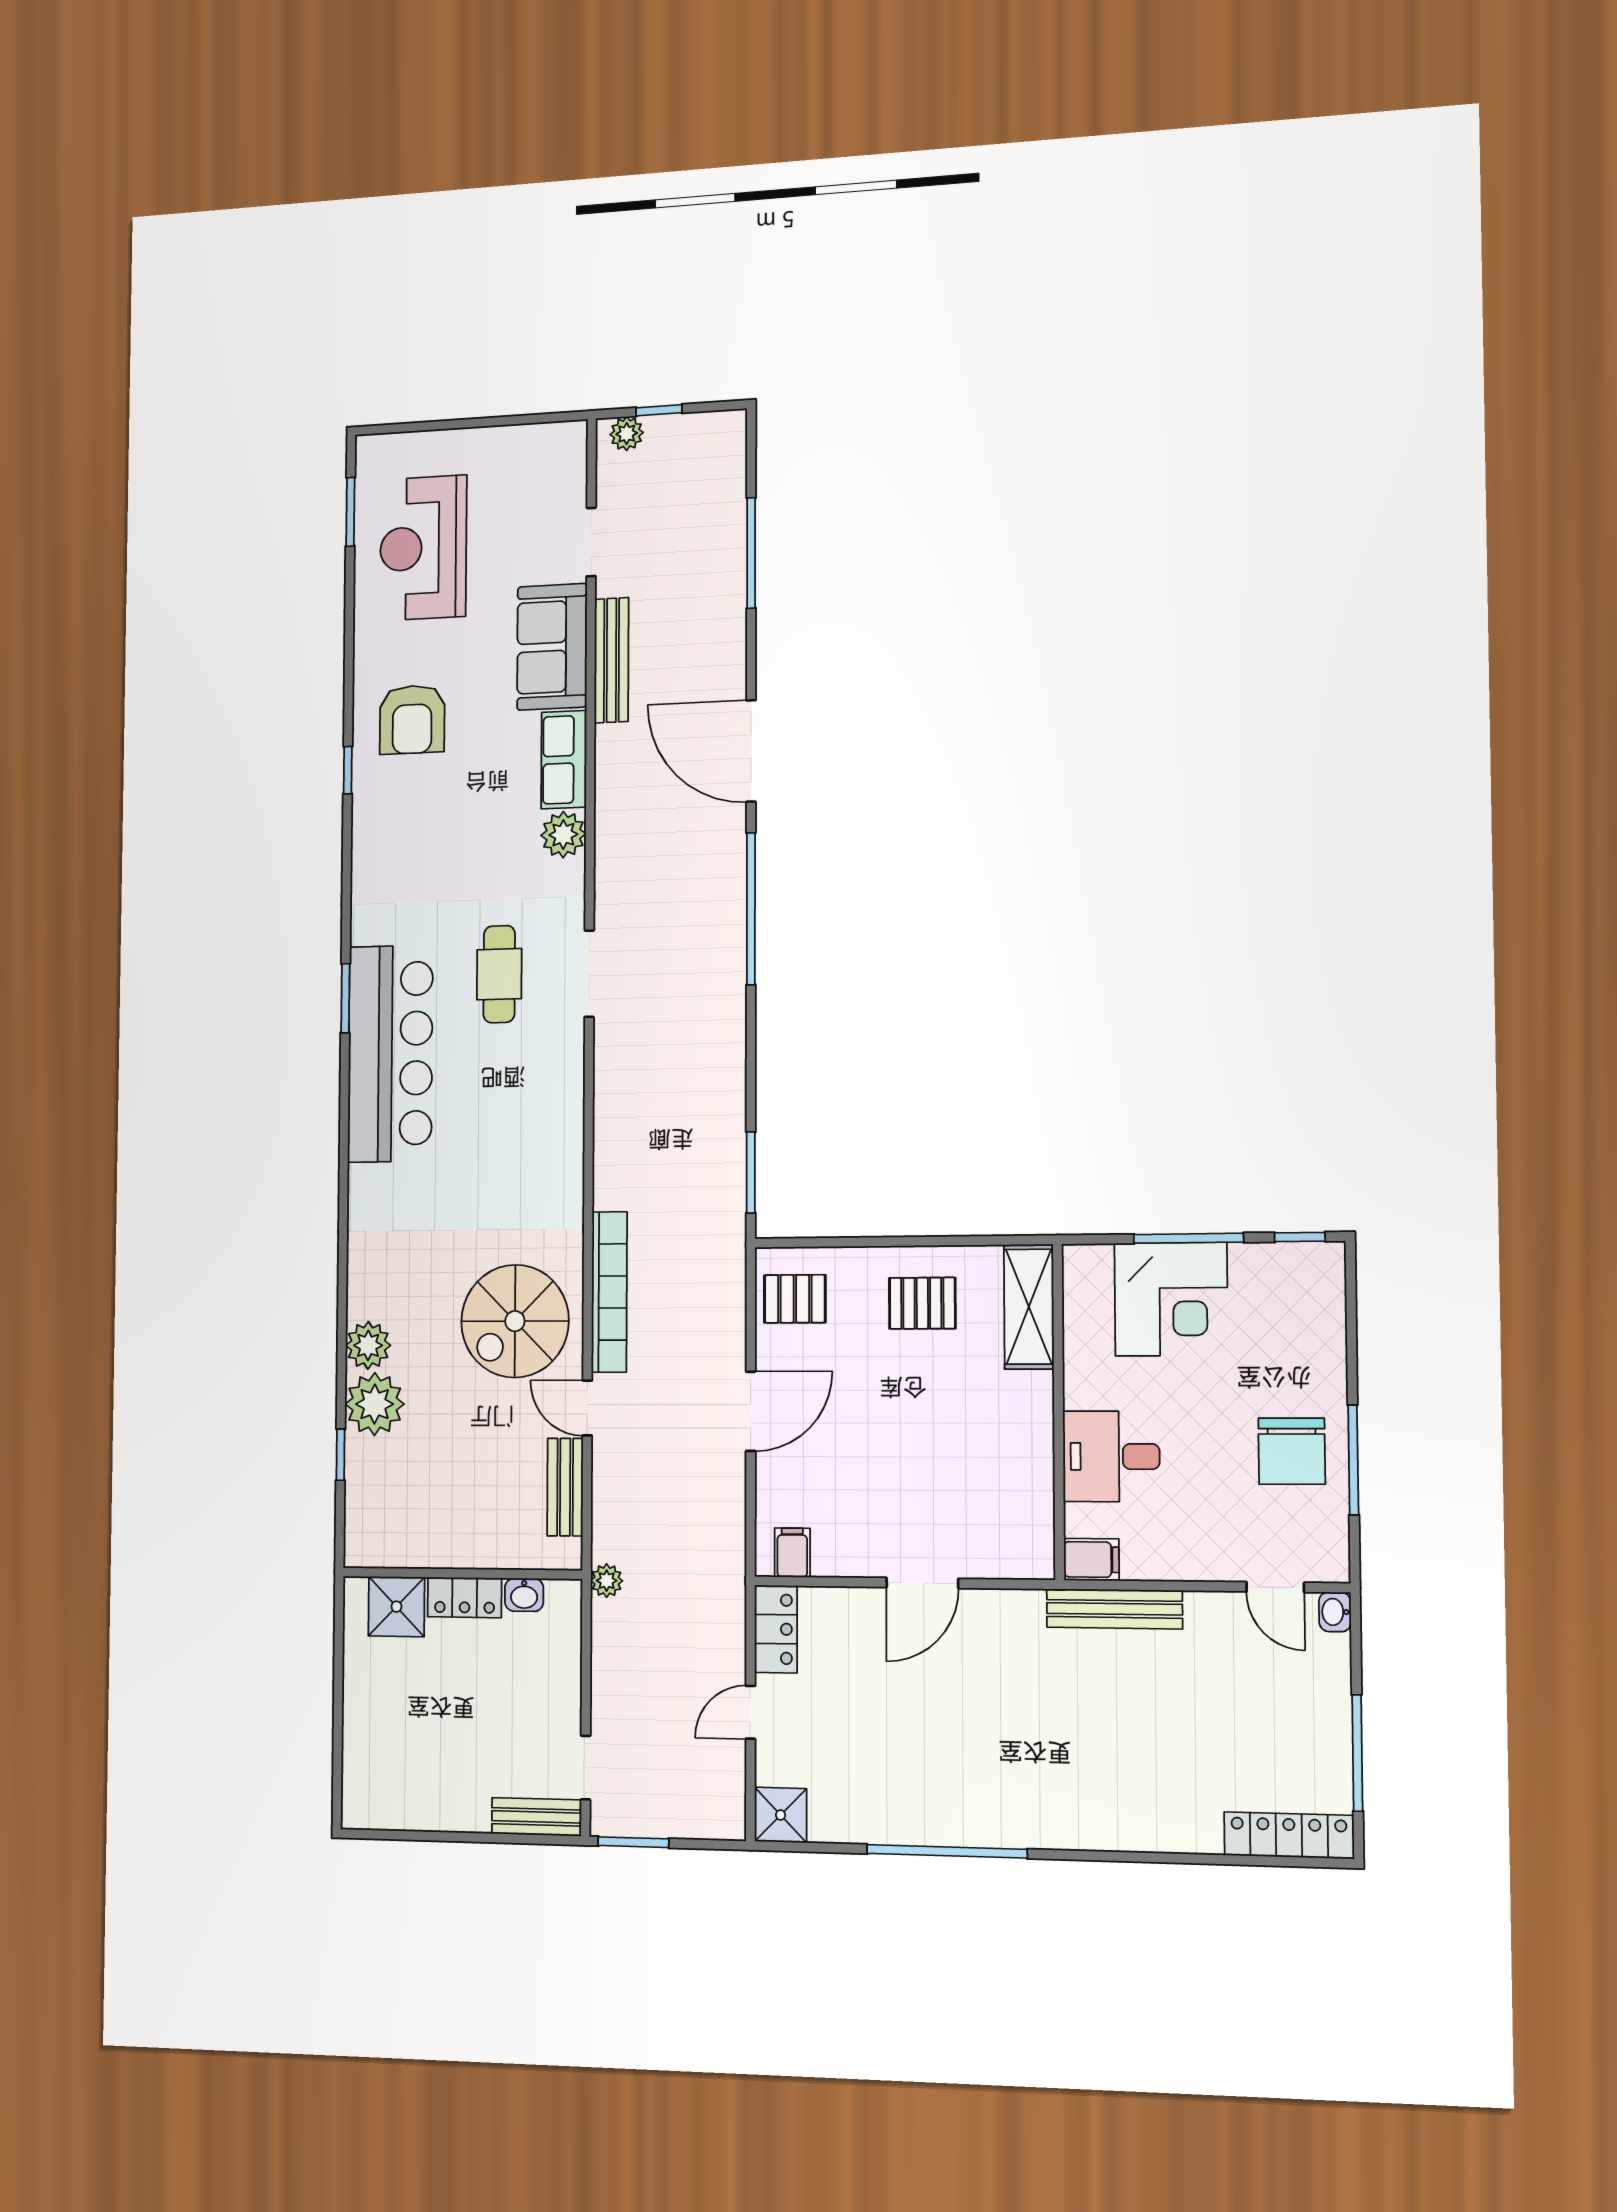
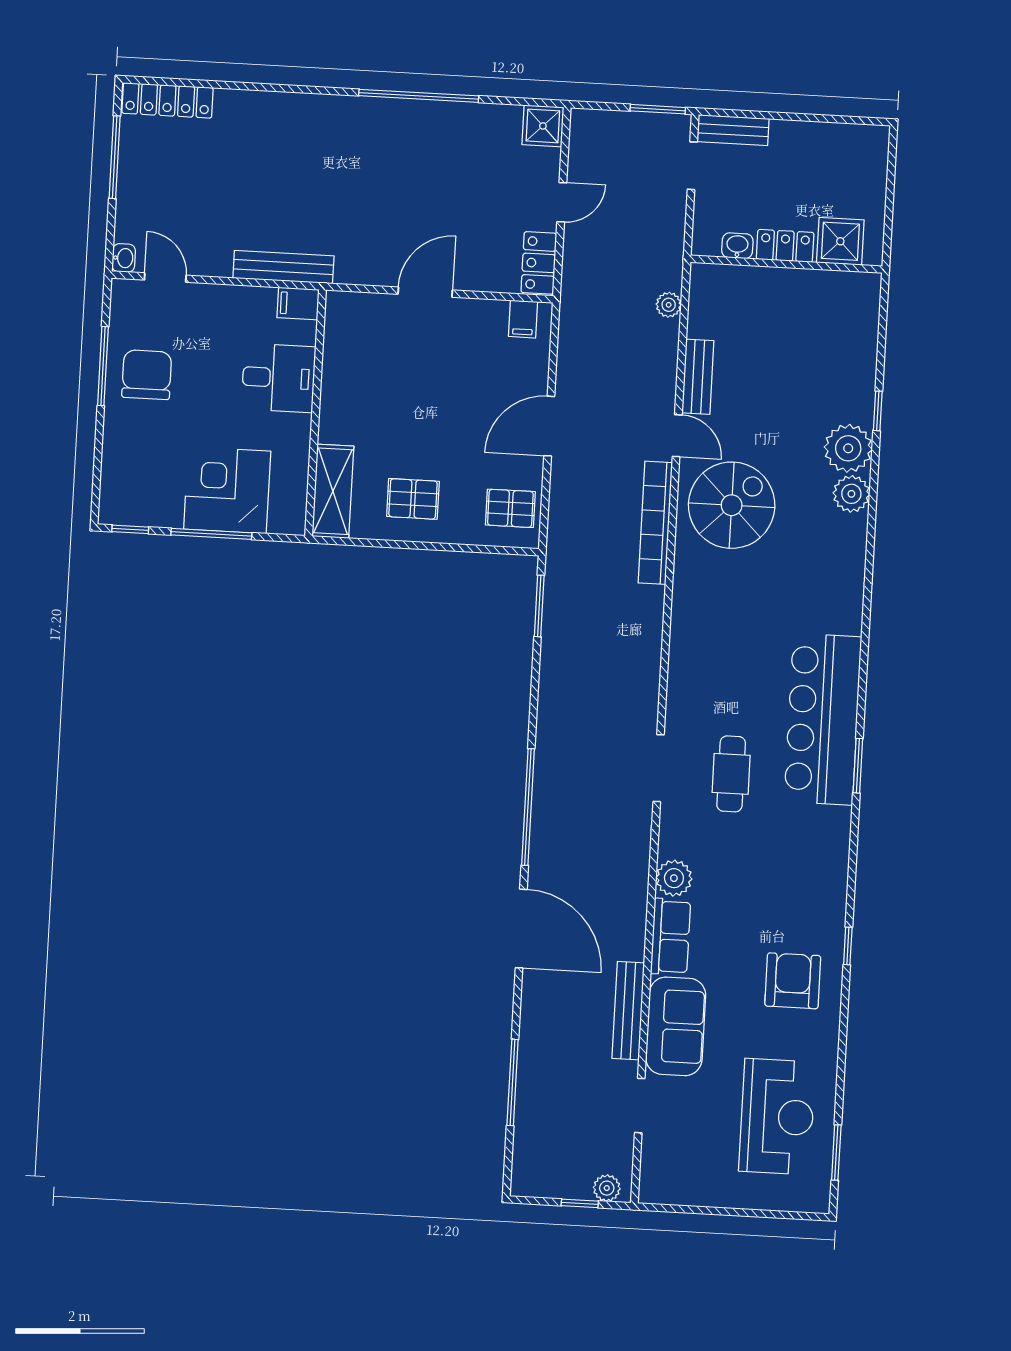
wall: (462, 1573) -> (786, 264), moved
washbasin: (524, 1595) -> (737, 246), moved
locker: (465, 1597) -> (785, 246), moved
shower: (396, 1607) -> (840, 241), moved

